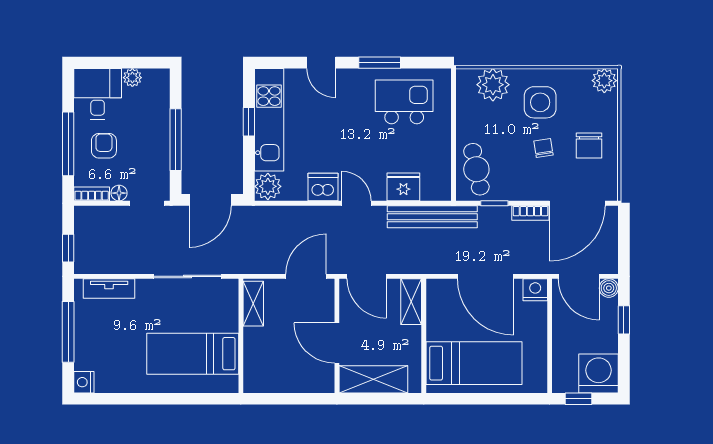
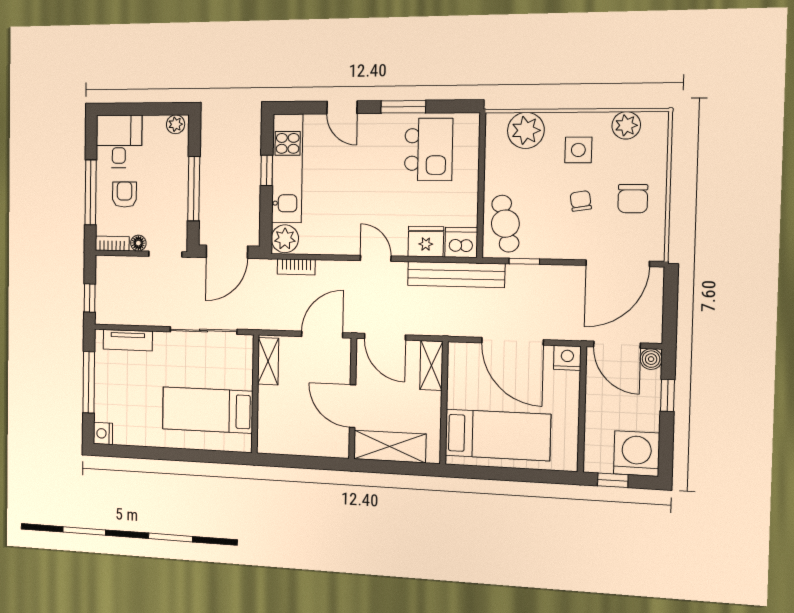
plant: (132, 78) -> (176, 124), moved
plant: (604, 81) -> (626, 125), moved
kitchen island: (404, 102) -> (429, 149), turned 90
side table: (540, 102) -> (578, 150), width x0.73, depth x0.73
dishwasher: (323, 187) -> (461, 242), moved
bookcase: (530, 213) -> (296, 267), moved

